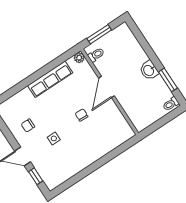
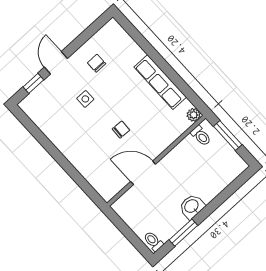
door: (107, 87) -> (143, 173), moved

